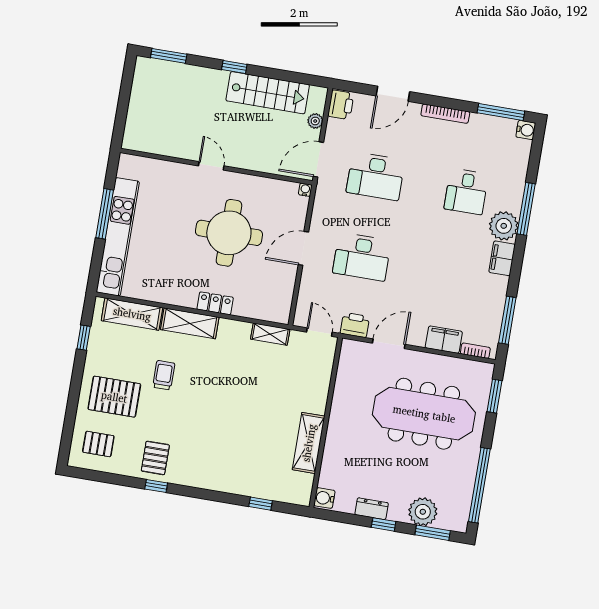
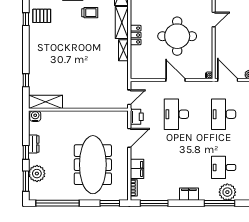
plant: (504, 226) -> (227, 192), moved
shelving: (270, 334) -> (123, 50), moved
door: (389, 344) -> (129, 138), hinge flipped
shelving: (309, 443) -> (45, 102), moved

